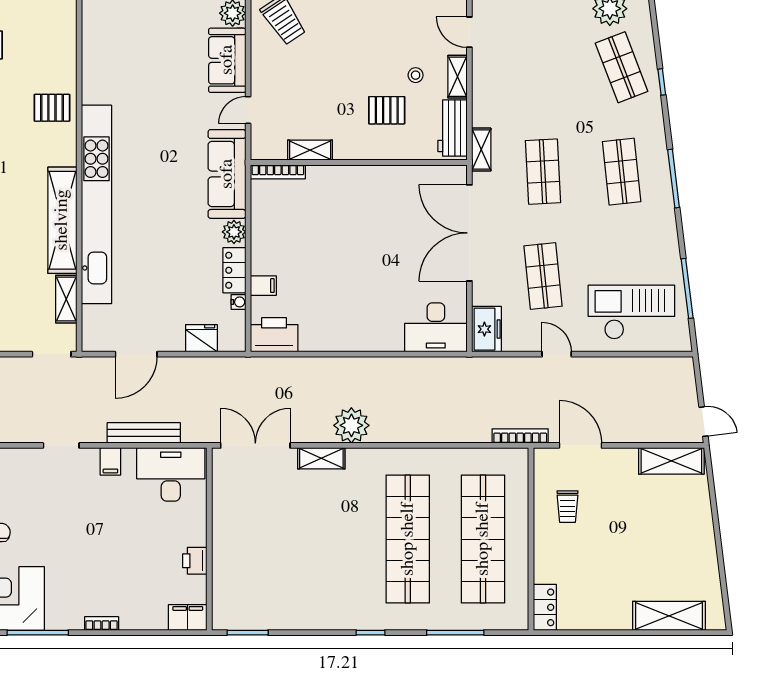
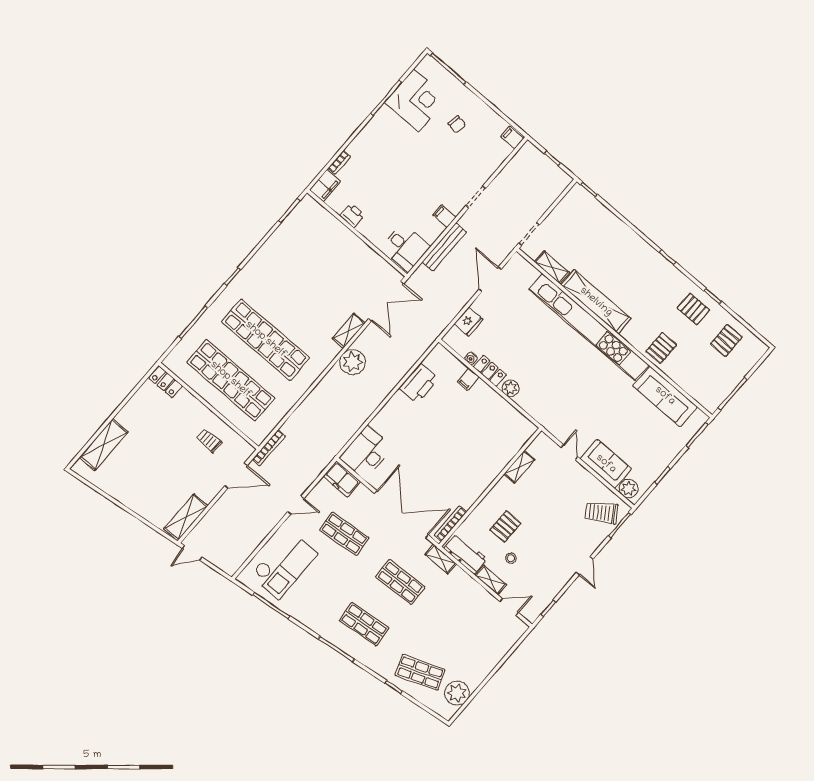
bookcase: (278, 172) -> (450, 524), moved
sofa: (227, 174) -> (665, 396), moved, turned 180
printer: (274, 335) -> (419, 383), moved
desk: (171, 474) -> (405, 247), width x0.73
bookcase: (102, 623) -> (339, 162), moved

